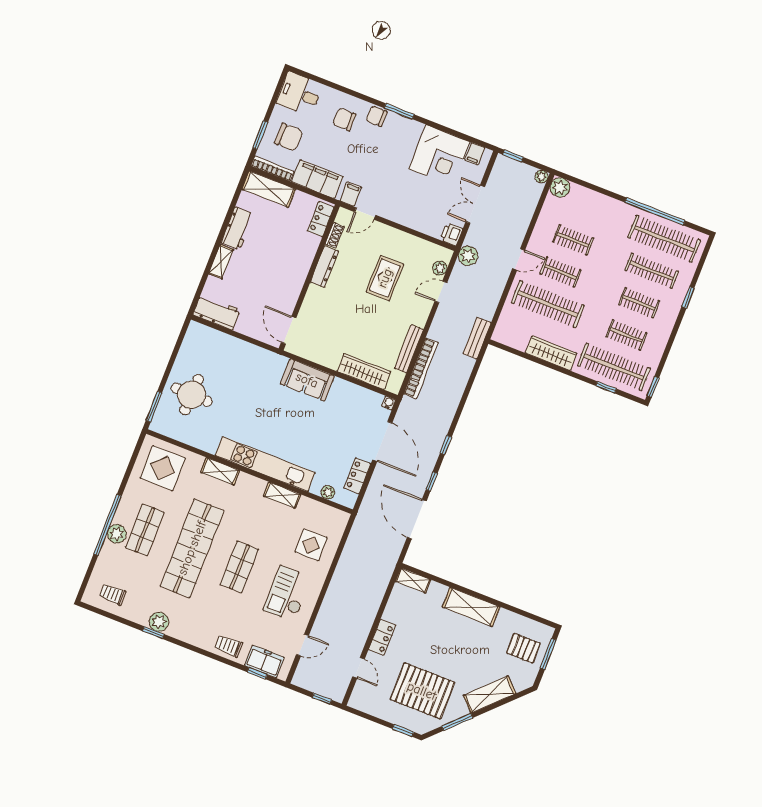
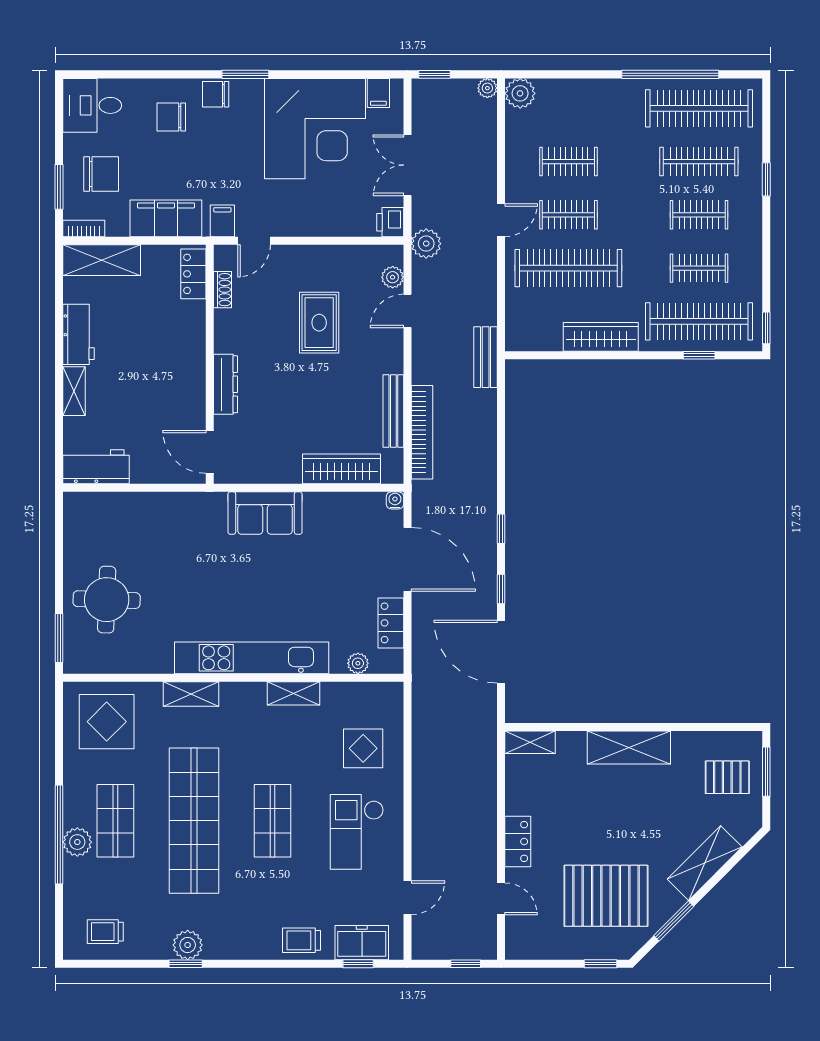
corner desk: (439, 155) -> (315, 129), width x1.36, depth x1.36
bookcase: (272, 169) -> (84, 229), width x0.64
dresser: (324, 267) -> (226, 384), moved

